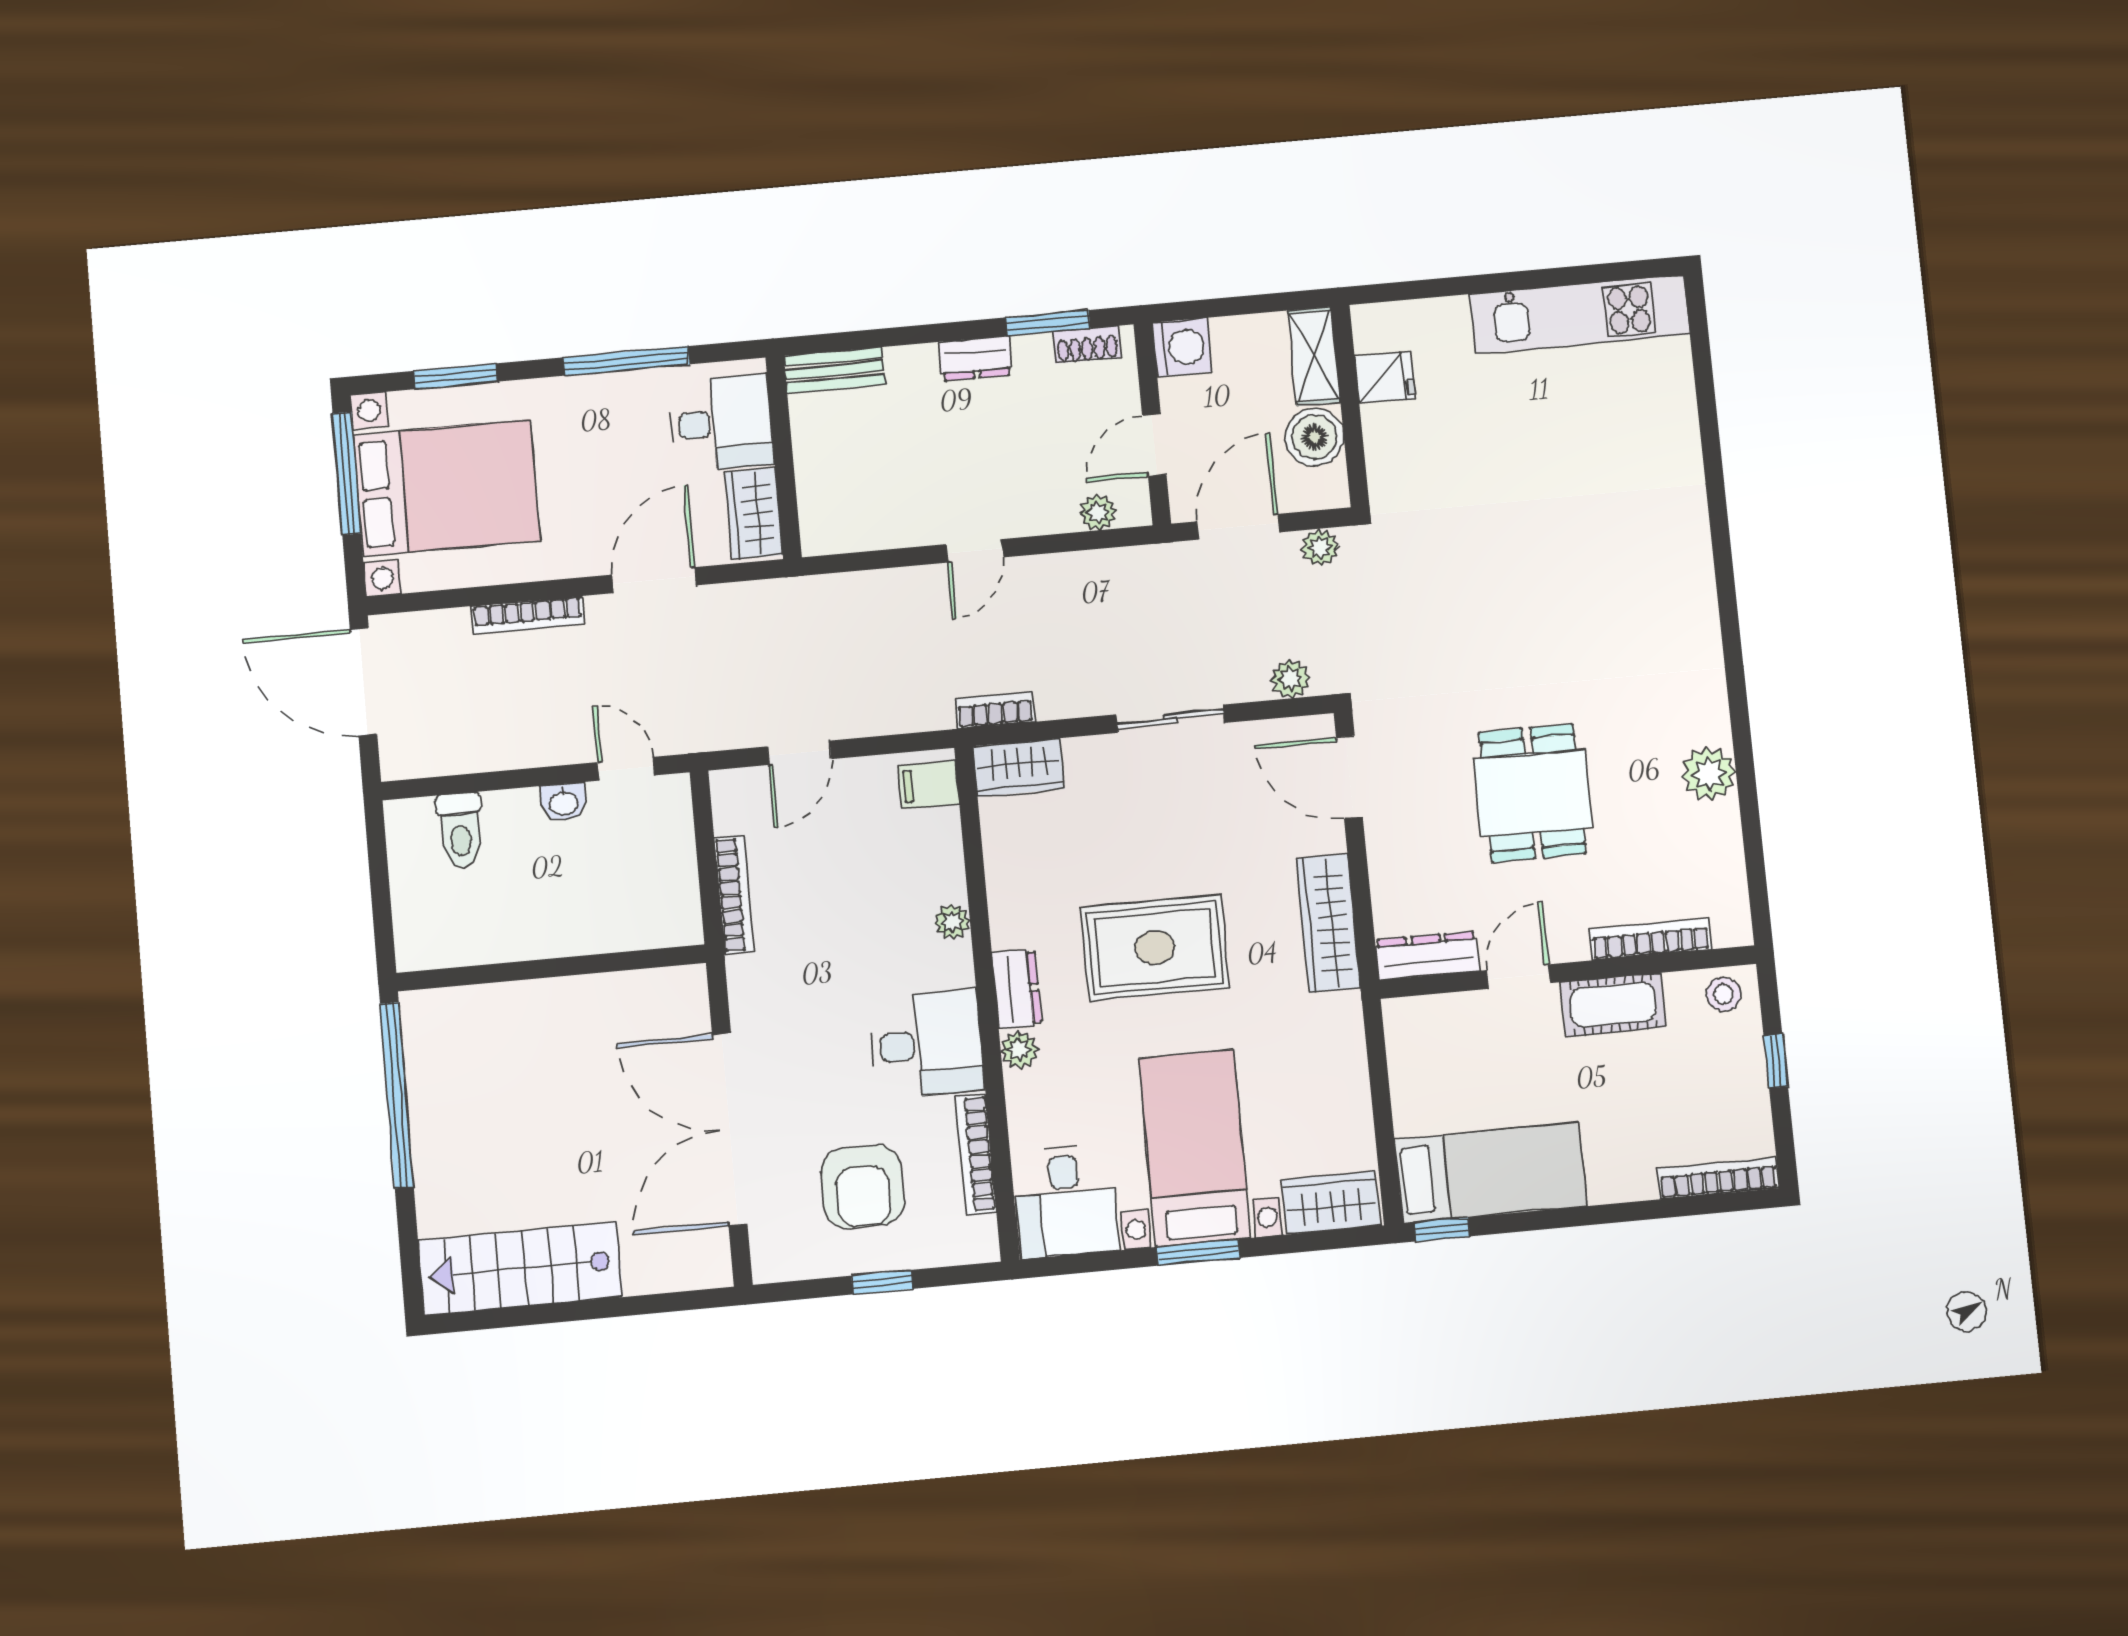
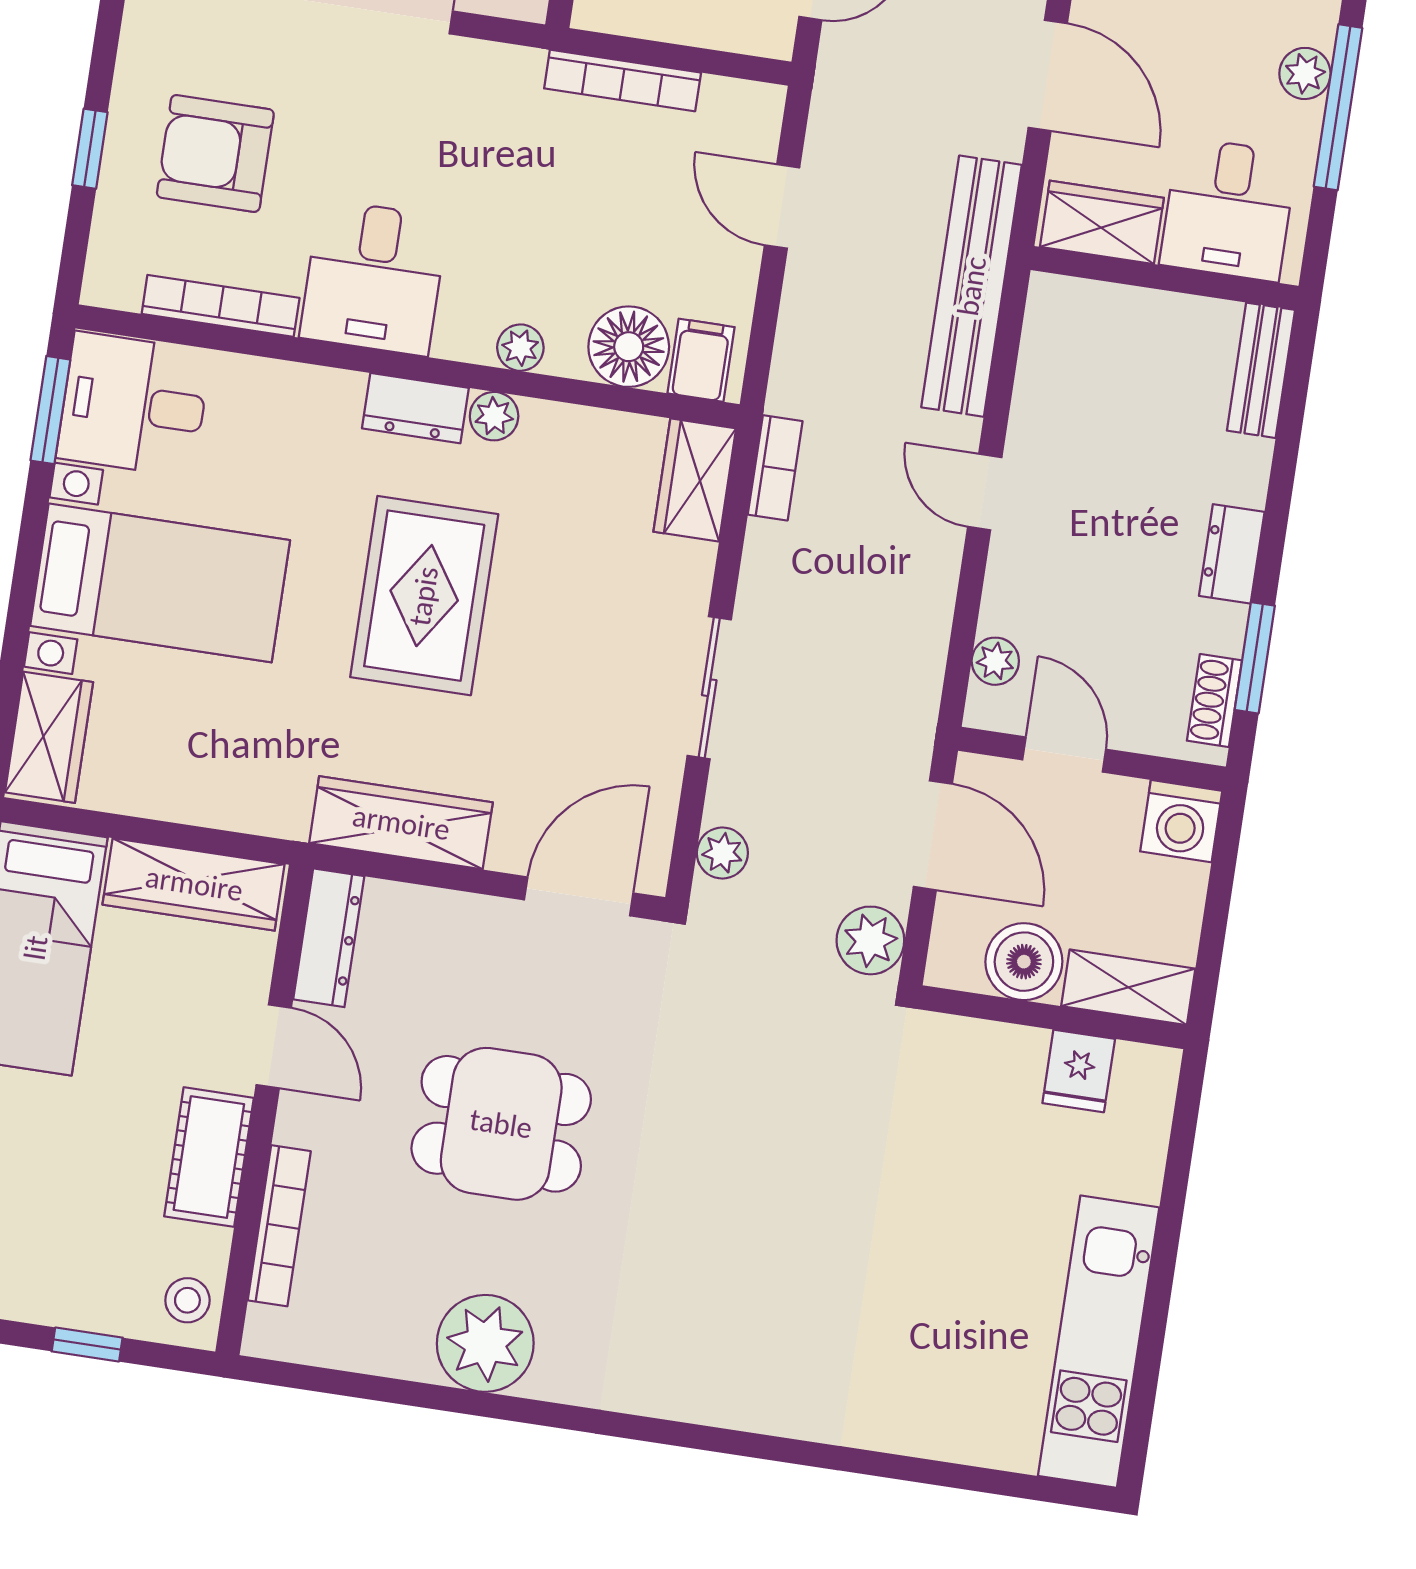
plant: (607, 391) -> (1305, 73), added
plant: (1320, 547) -> (870, 940), width x1.38, depth x1.38
bench: (824, 598) -> (972, 286), added
plant: (1709, 774) -> (485, 1343), width x1.36, depth x1.36
floor lamp: (932, 841) -> (629, 347), added
plant: (1019, 1050) -> (494, 416), moved
wardrobe: (1413, 1067) -> (194, 884), added
window: (1198, 1252) -> (50, 410), moved

